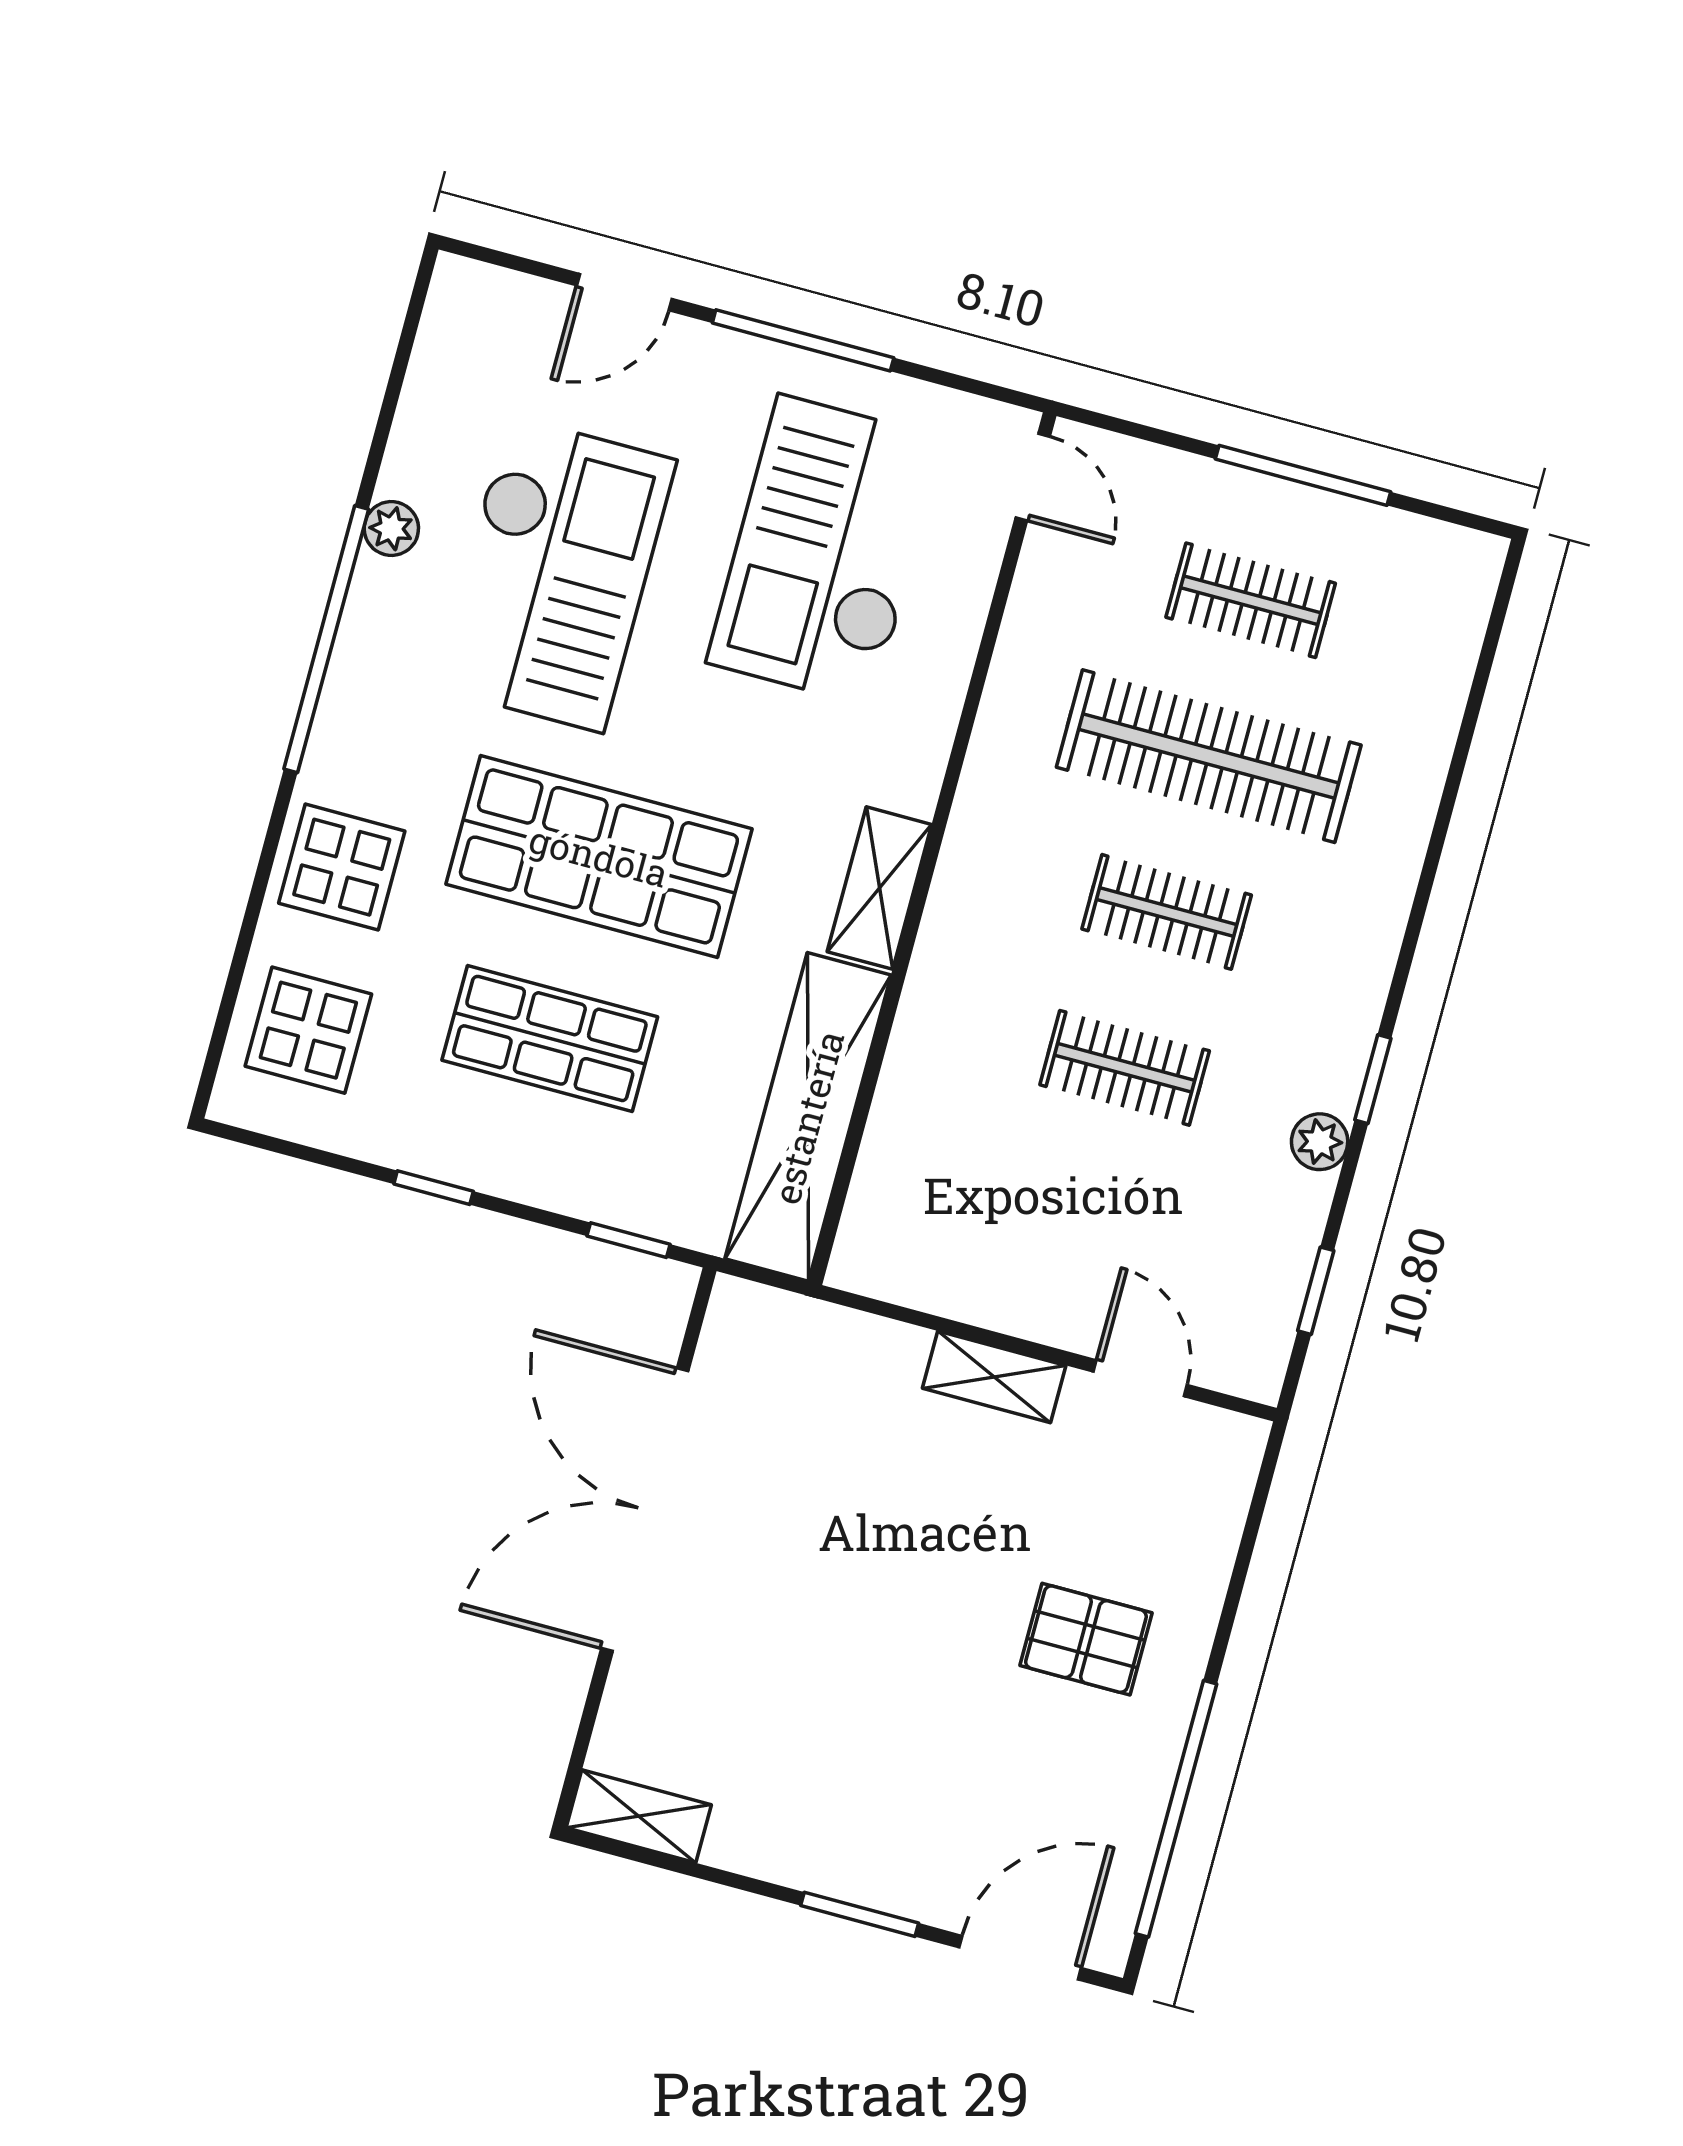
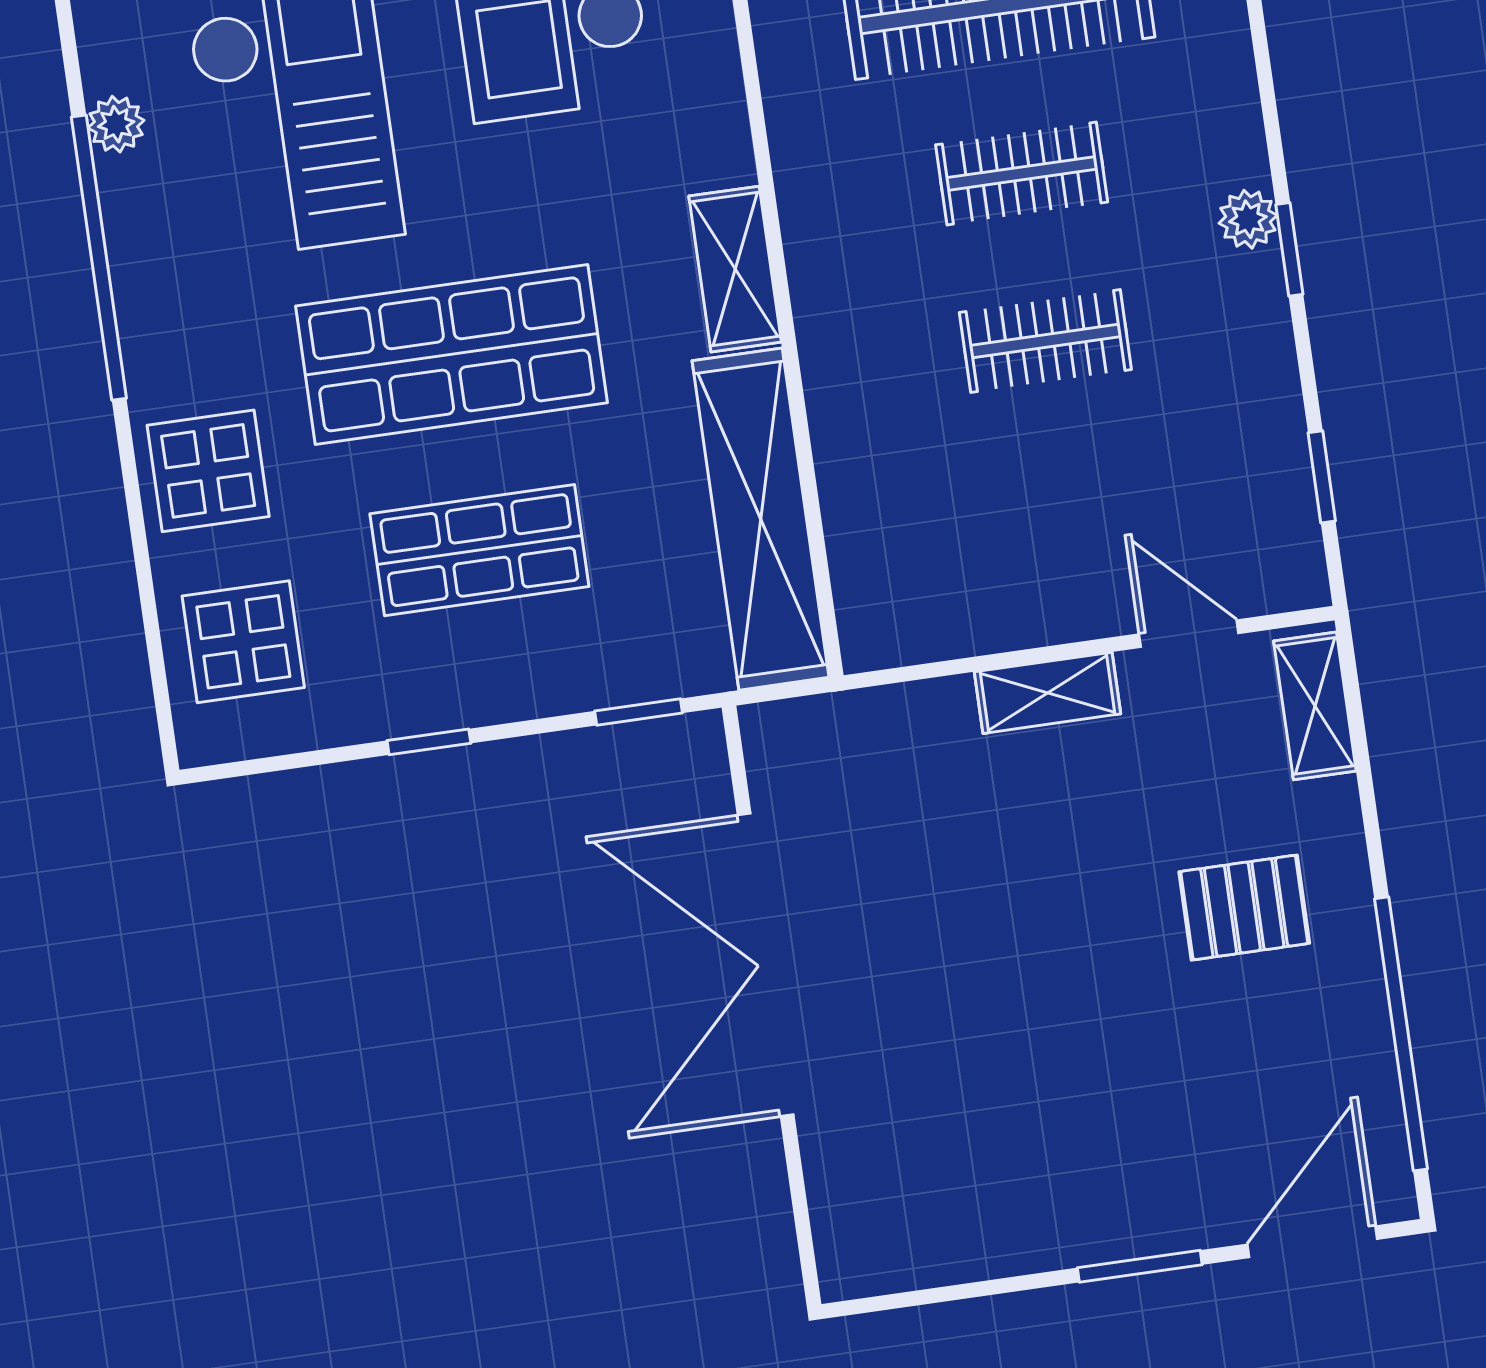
plant: (1320, 1142) -> (1248, 219), moved
shelving: (639, 1816) -> (1315, 706), moved, turned 90

